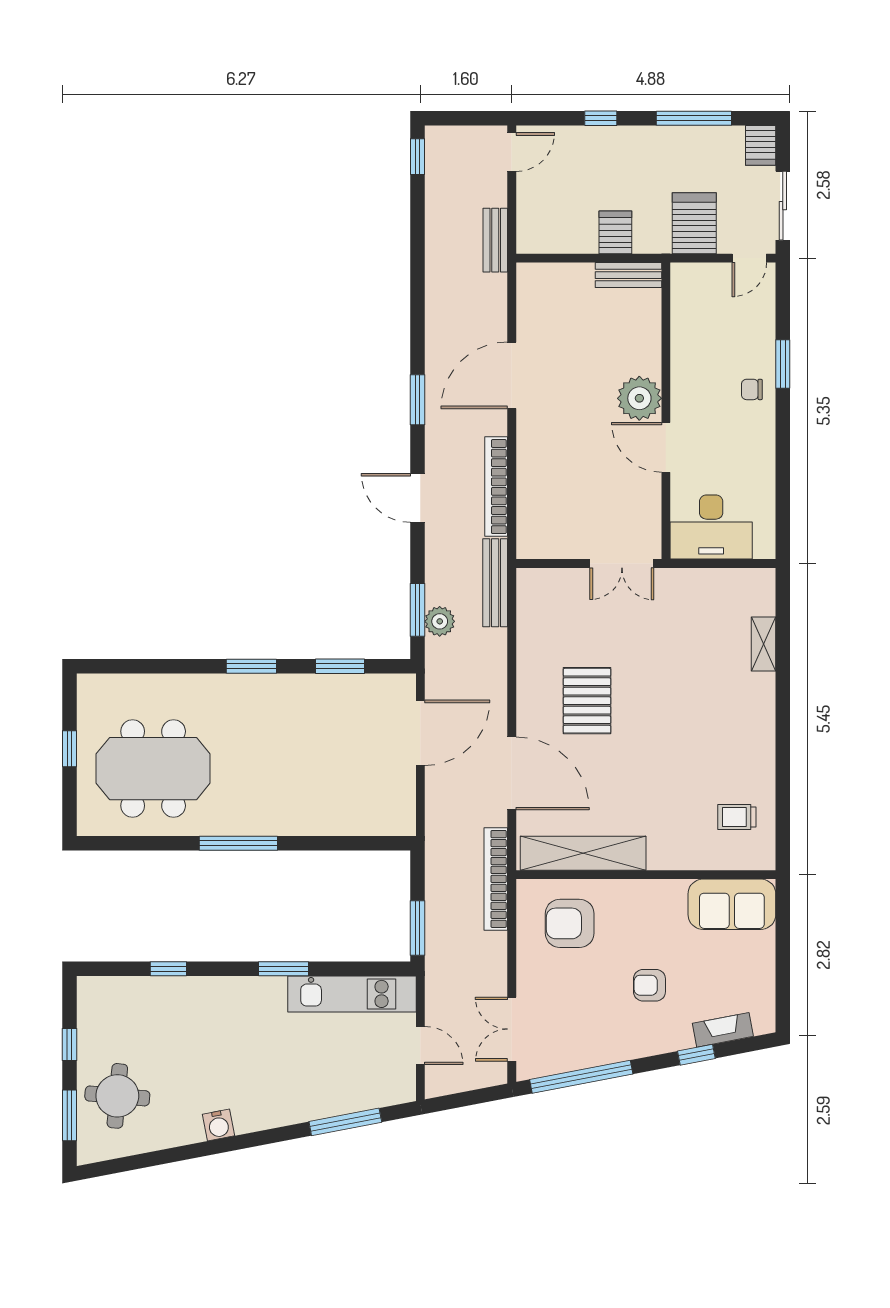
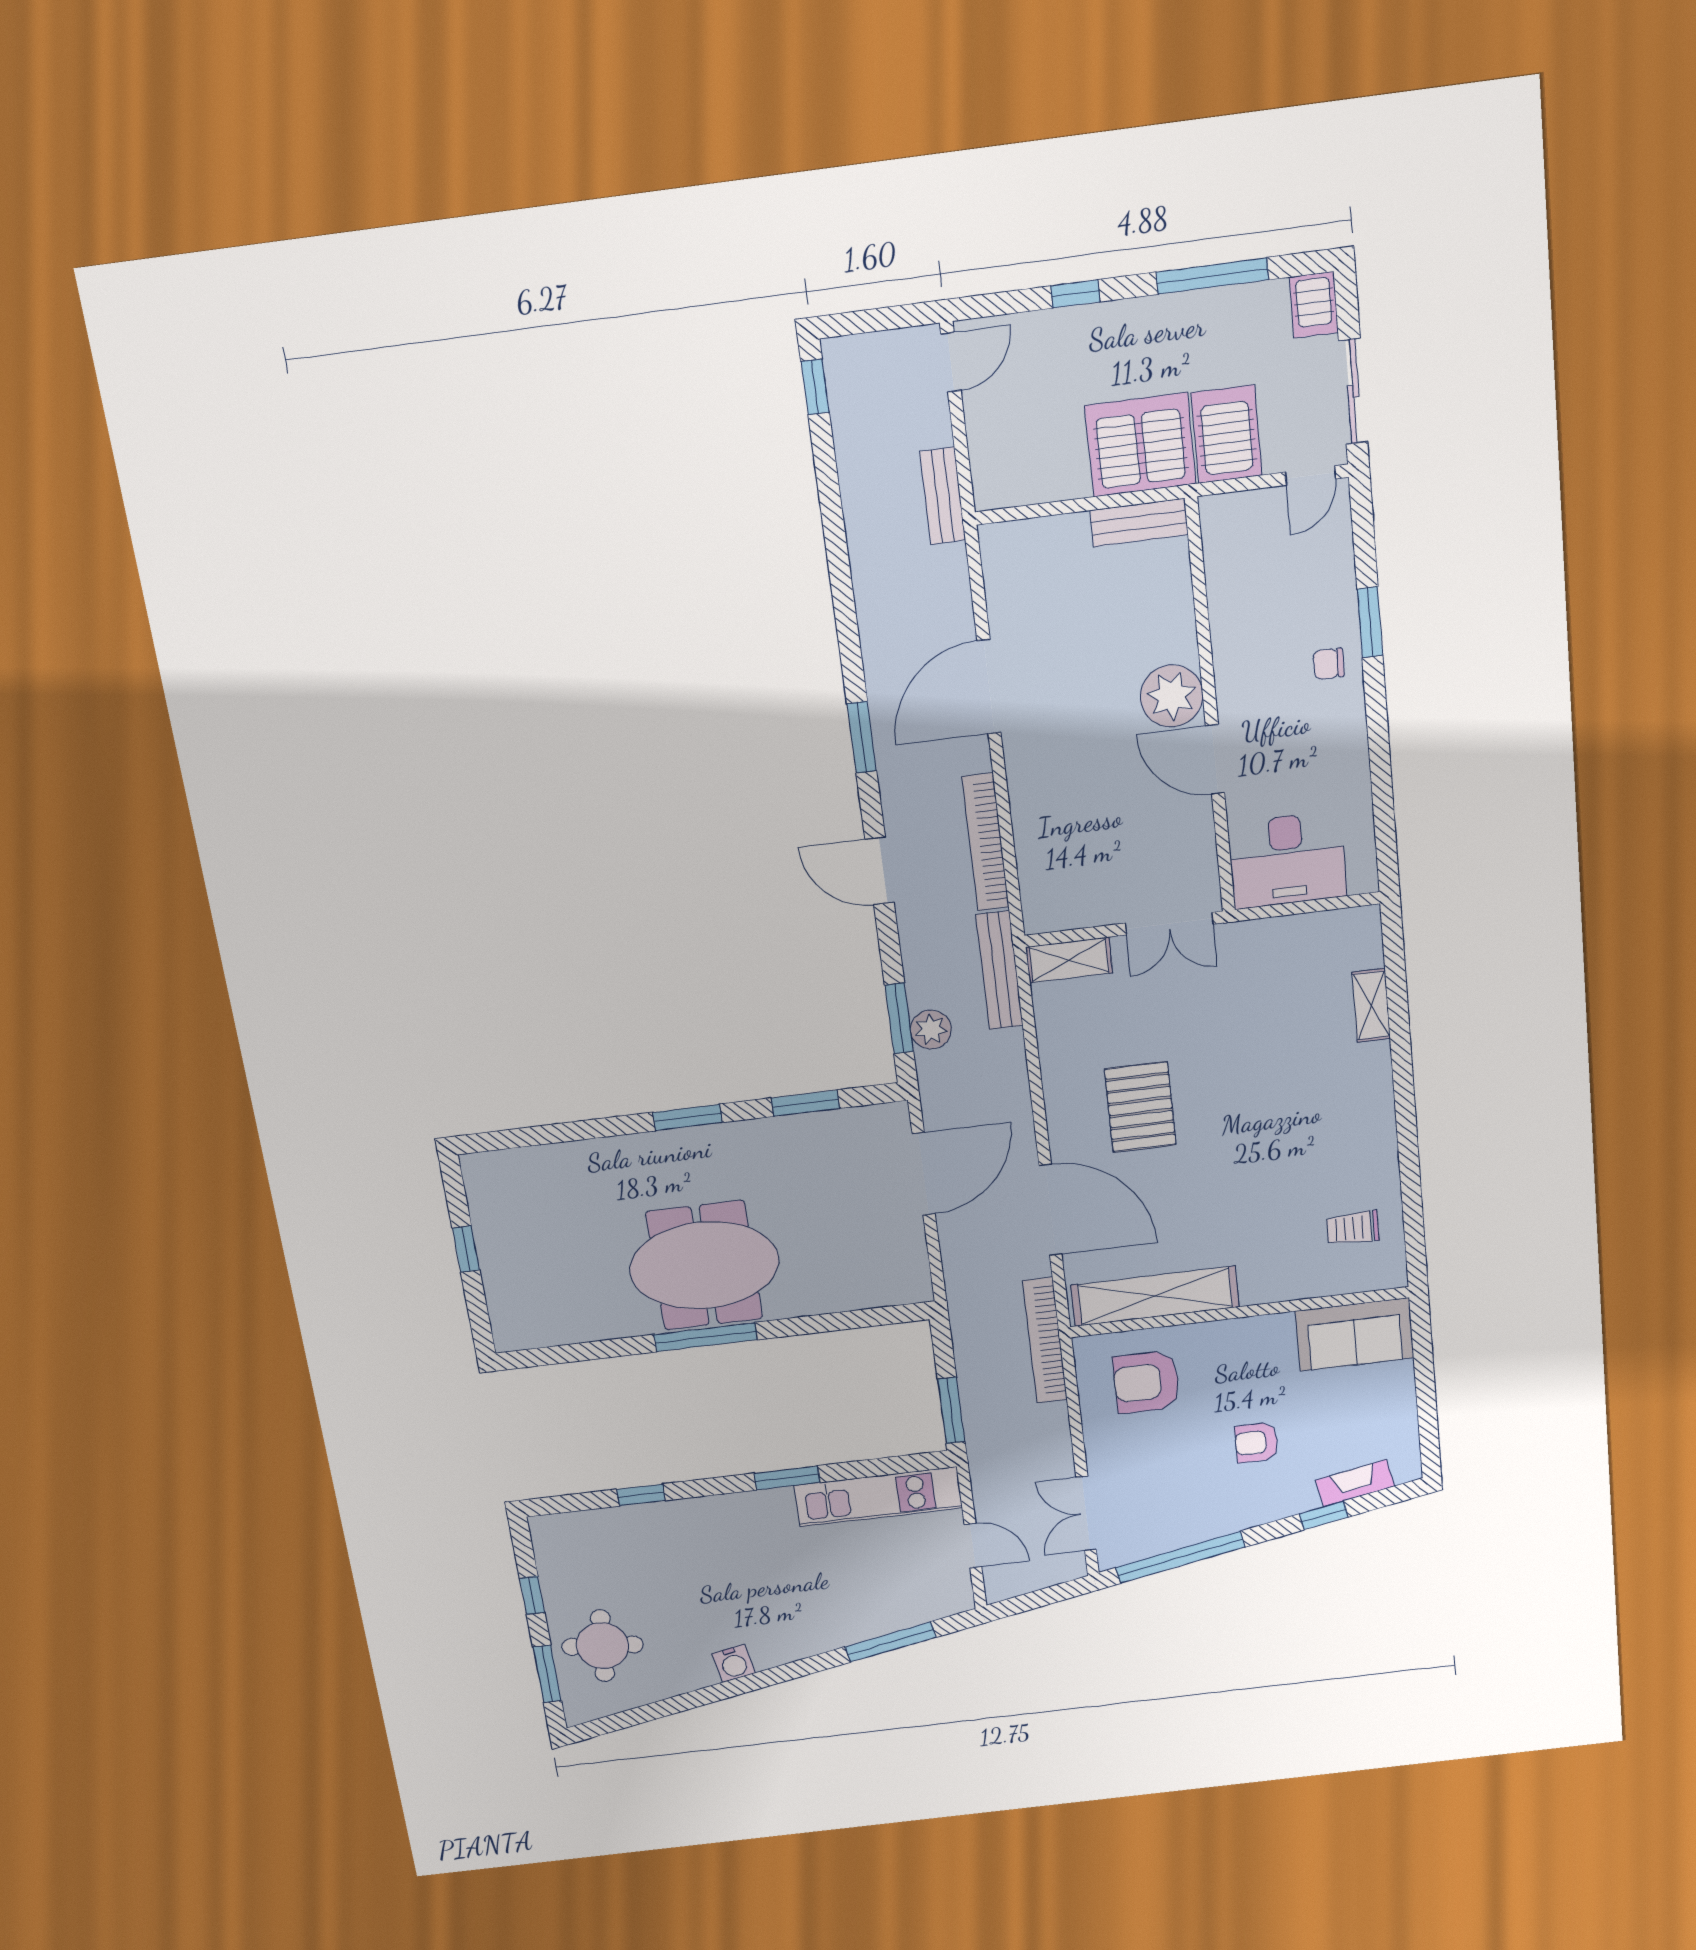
server rack: (615, 232) -> (1140, 445), width x2.18, depth x1.44
shelving: (547, 582) -> (1069, 960), added
meeting table: (153, 769) -> (704, 1265), moved

